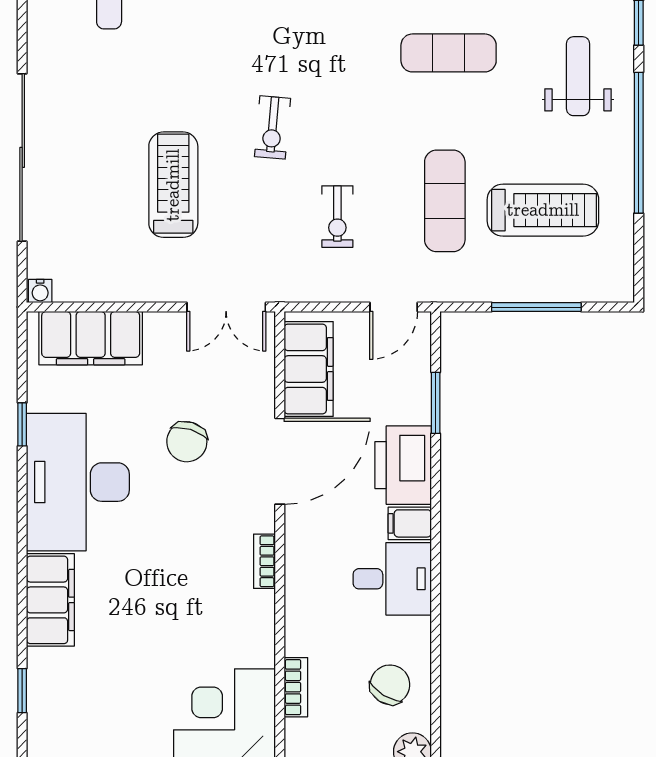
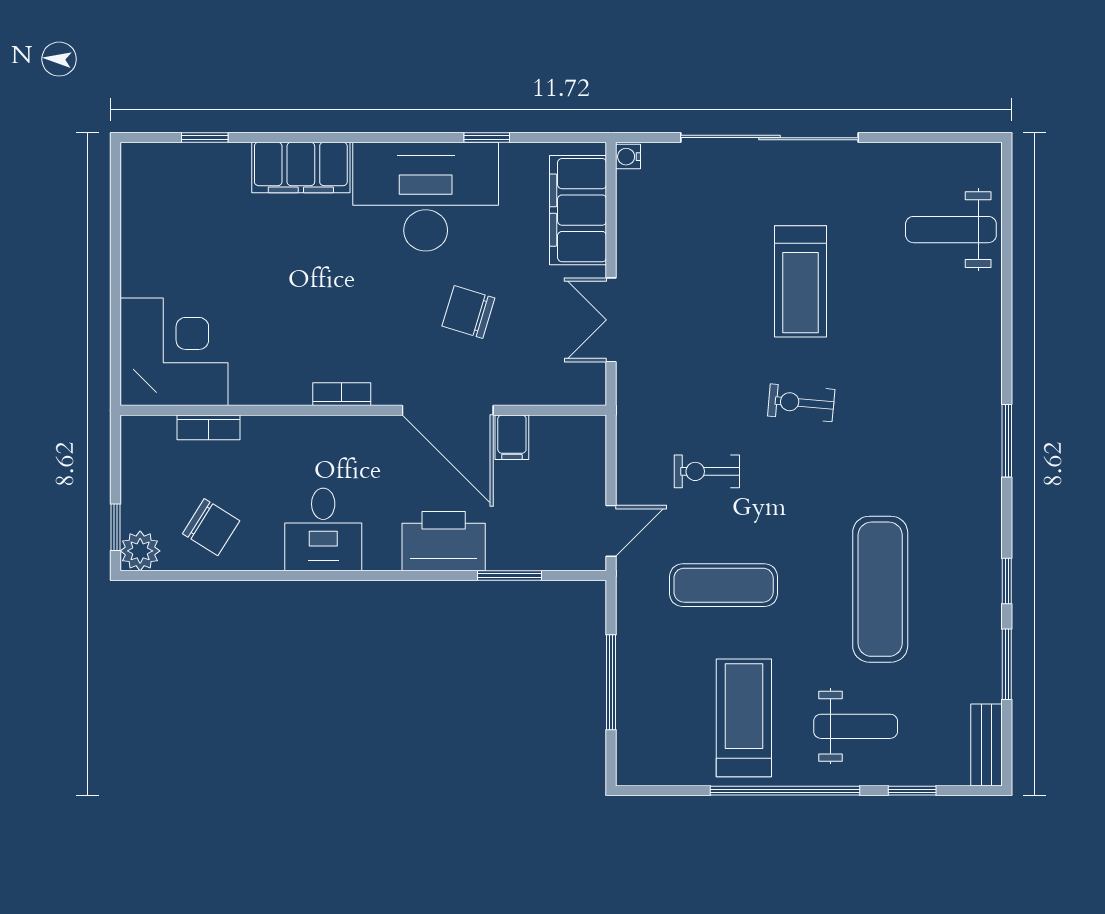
exercise mat: (449, 53) -> (880, 589), width x1.36, depth x1.45
treadmill: (173, 185) -> (800, 281), moved, turned 90
treadmill: (543, 210) -> (744, 718), moved, turned 180
double door: (226, 307) -> (611, 320), moved
door: (394, 307) -> (611, 531), swing flipped
filing cabinet: (309, 369) -> (512, 437), width x0.33, depth x0.86
filing cabinet: (410, 523) -> (382, 548), removed

